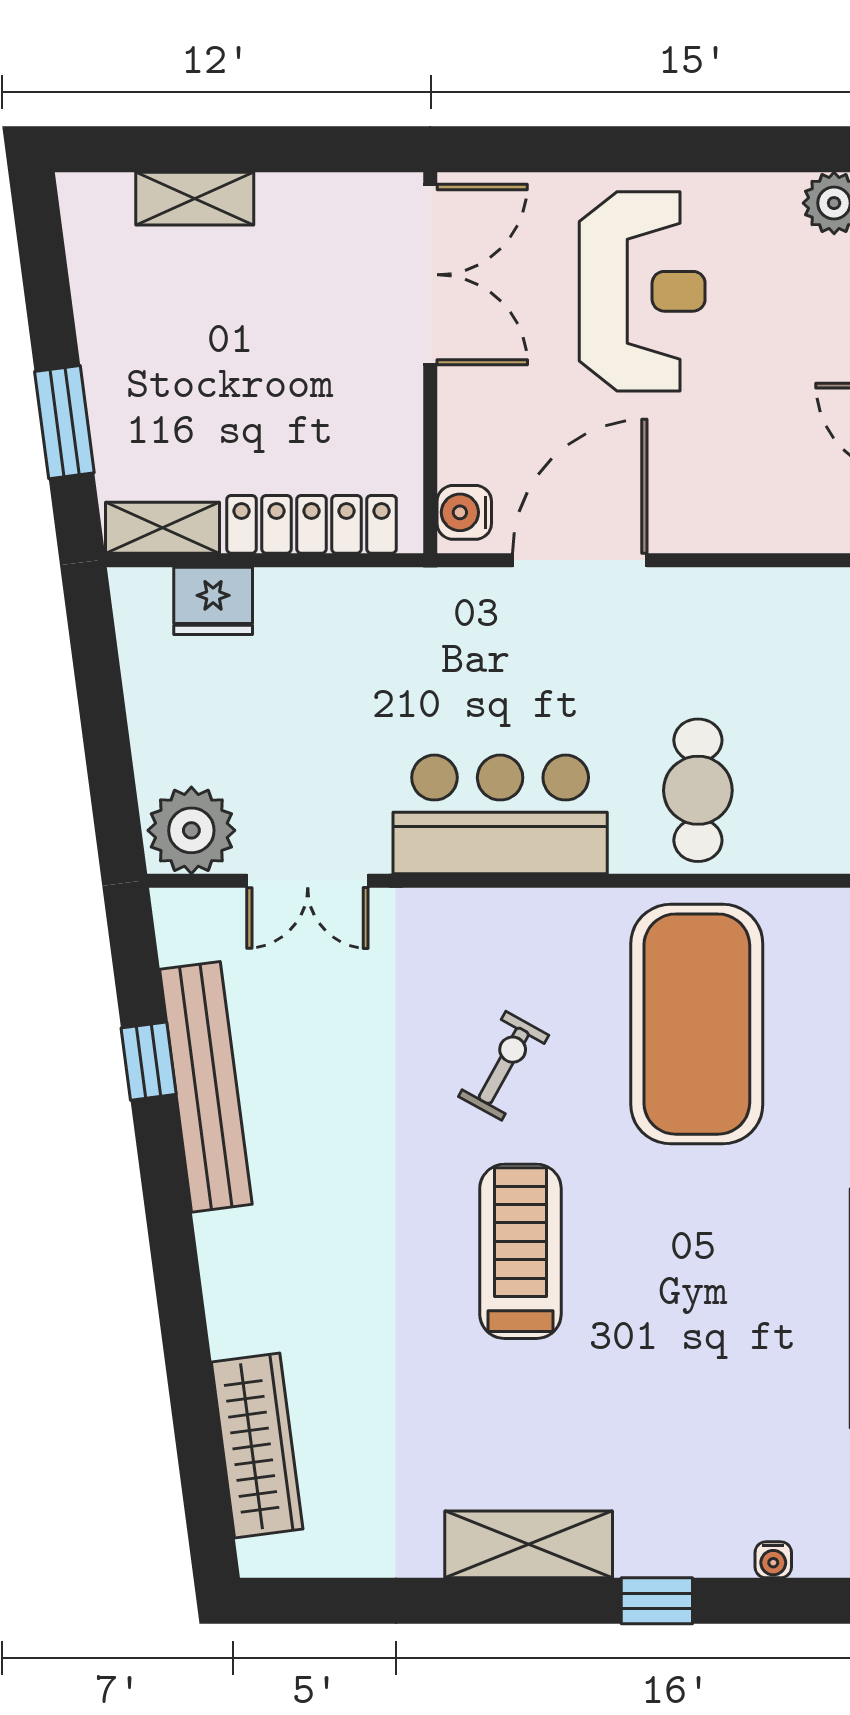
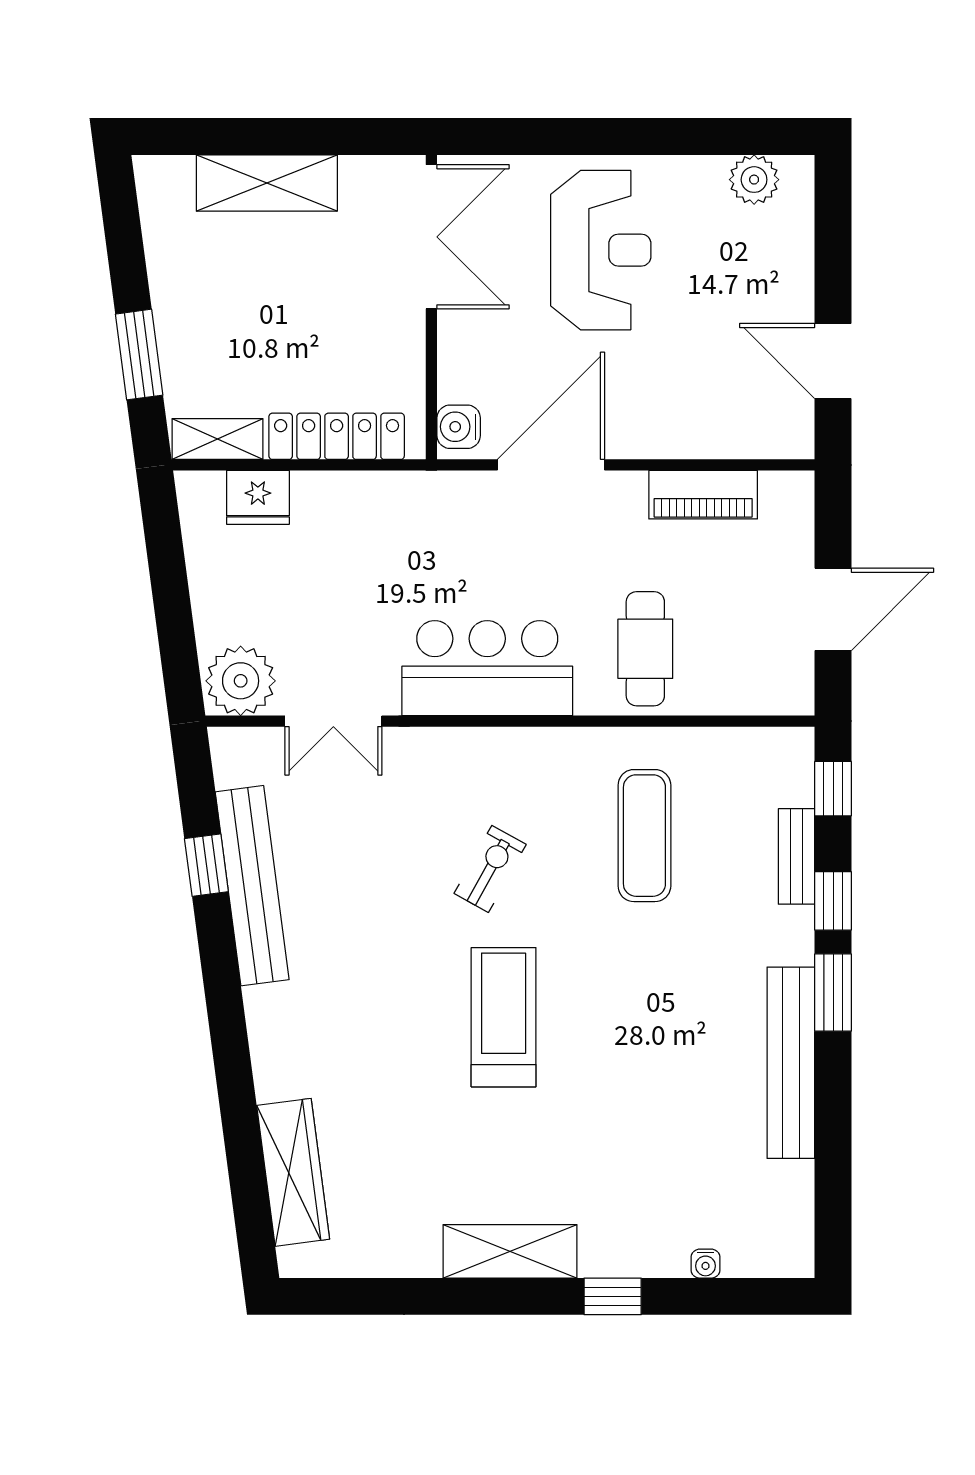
shelving: (195, 199) -> (267, 183), width x1.50, depth x1.33
piano: (770, 597) -> (703, 495), added
exercise mat: (697, 1024) -> (644, 836), width x0.50, depth x0.69

